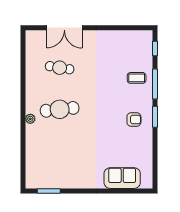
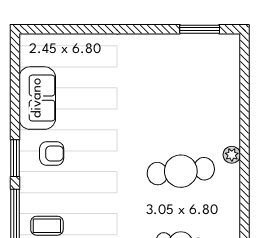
armchair: (134, 119) -> (52, 153), turned 180
sofa: (122, 178) -> (37, 98), moved, turned -90

